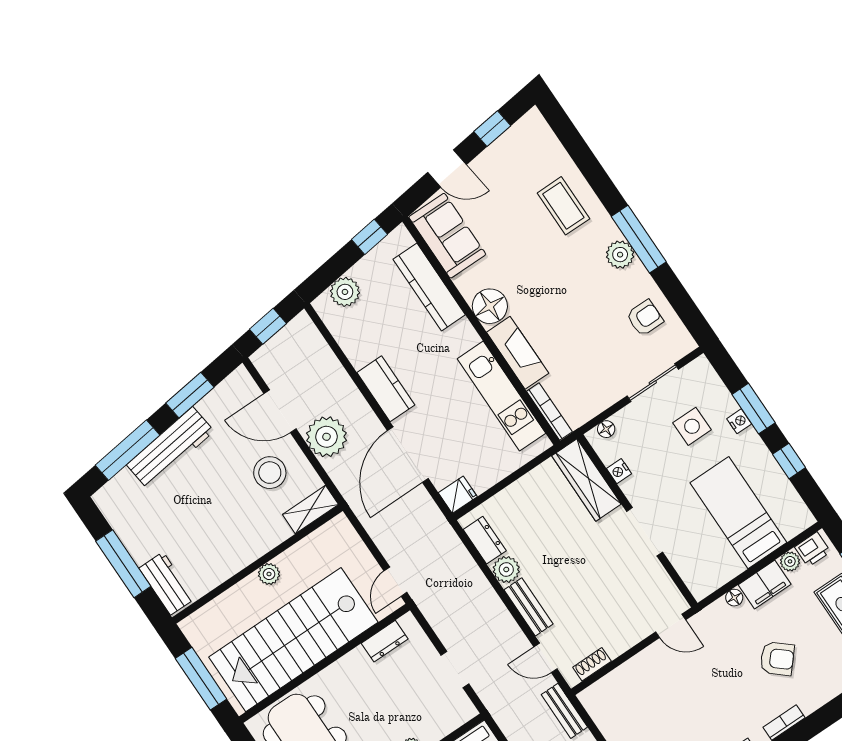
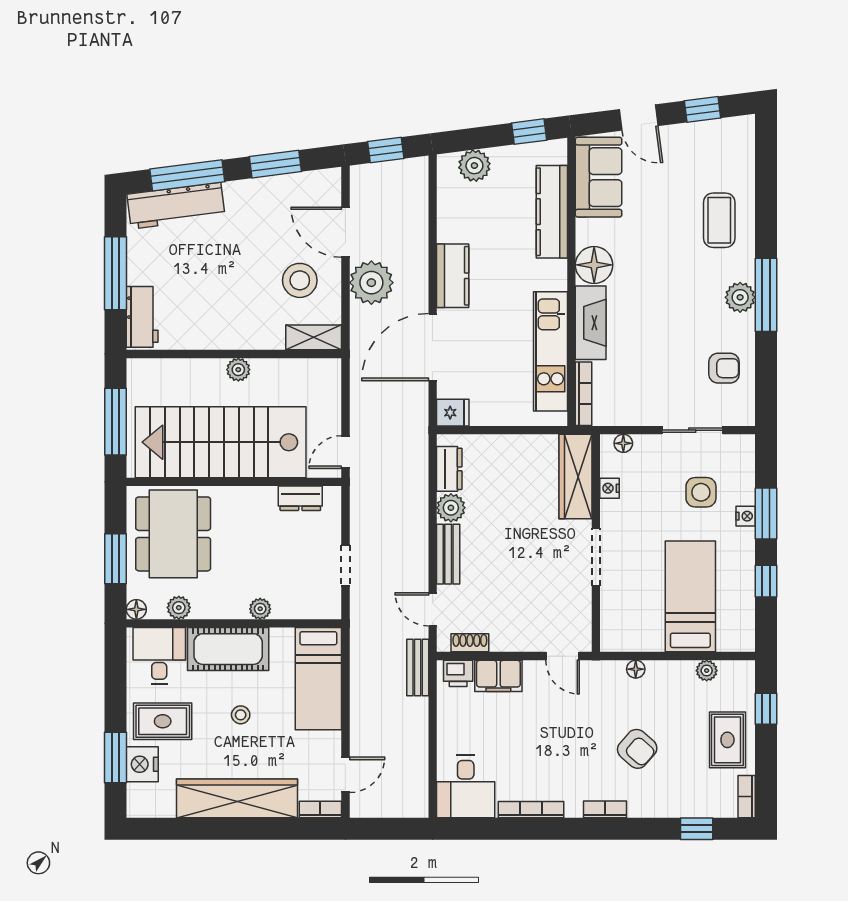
workbench: (170, 448) -> (176, 206), moved
printer: (813, 549) -> (458, 673), moved
filing cabinet: (765, 585) -> (498, 676), moved

